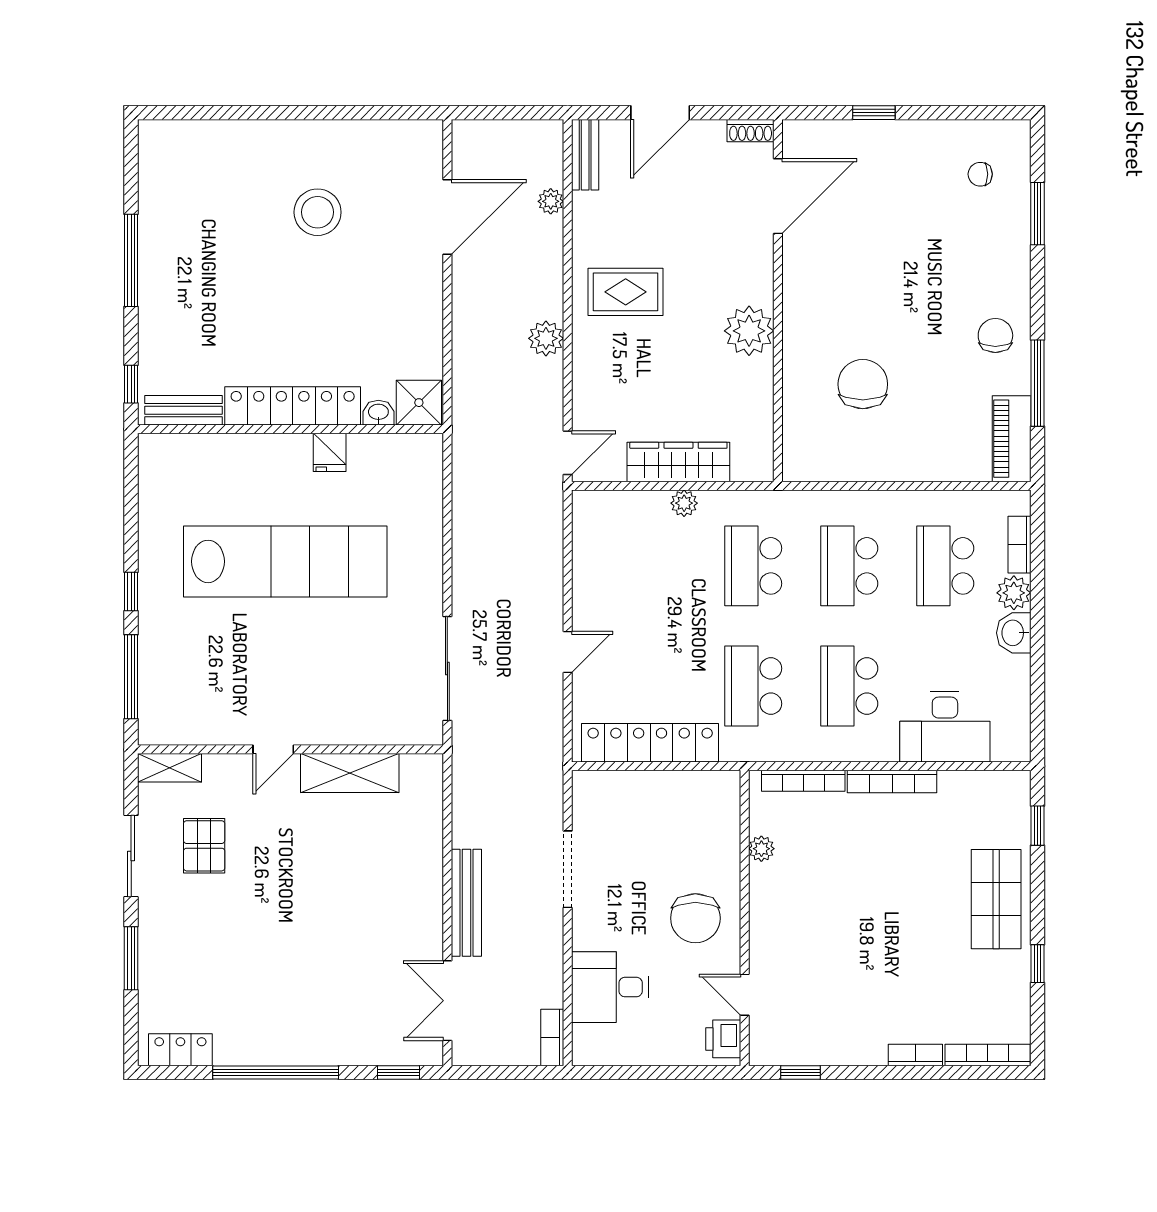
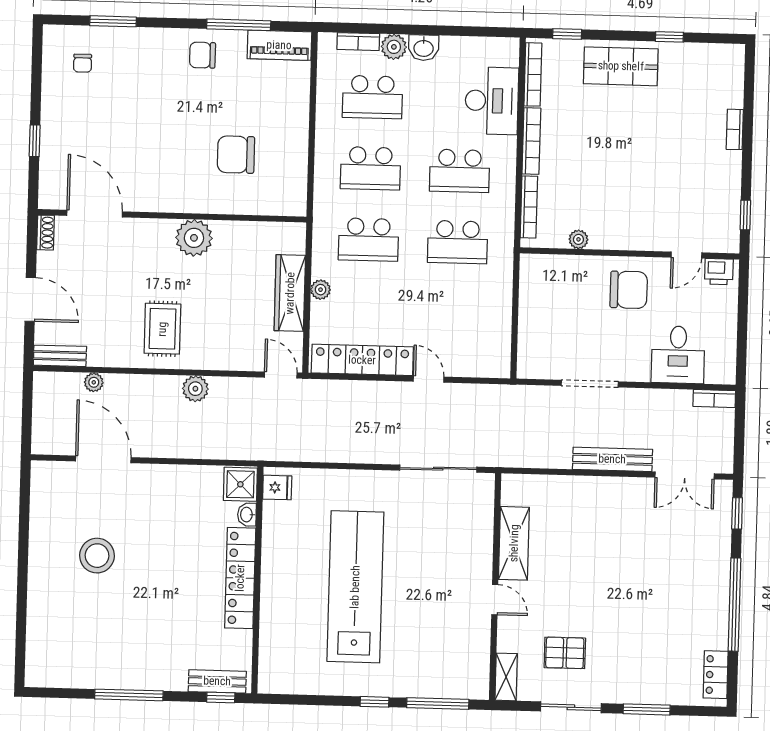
bench: (184, 410) -> (217, 681), moved, turned 90
fridge: (330, 452) -> (277, 487), moved
locker: (650, 743) -> (362, 360), moved, turned 90
bookcase: (988, 1055) -> (533, 74), moved, turned 180

